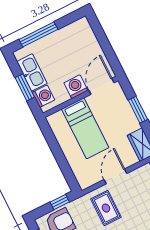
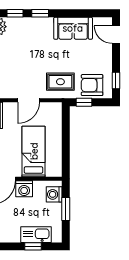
window: (38, 34) -> (33, 246), width x0.46
kitchen sink: (32, 72) -> (36, 235), moved, turned 90
rug: (106, 208) -> (60, 82), moved, turned 90

